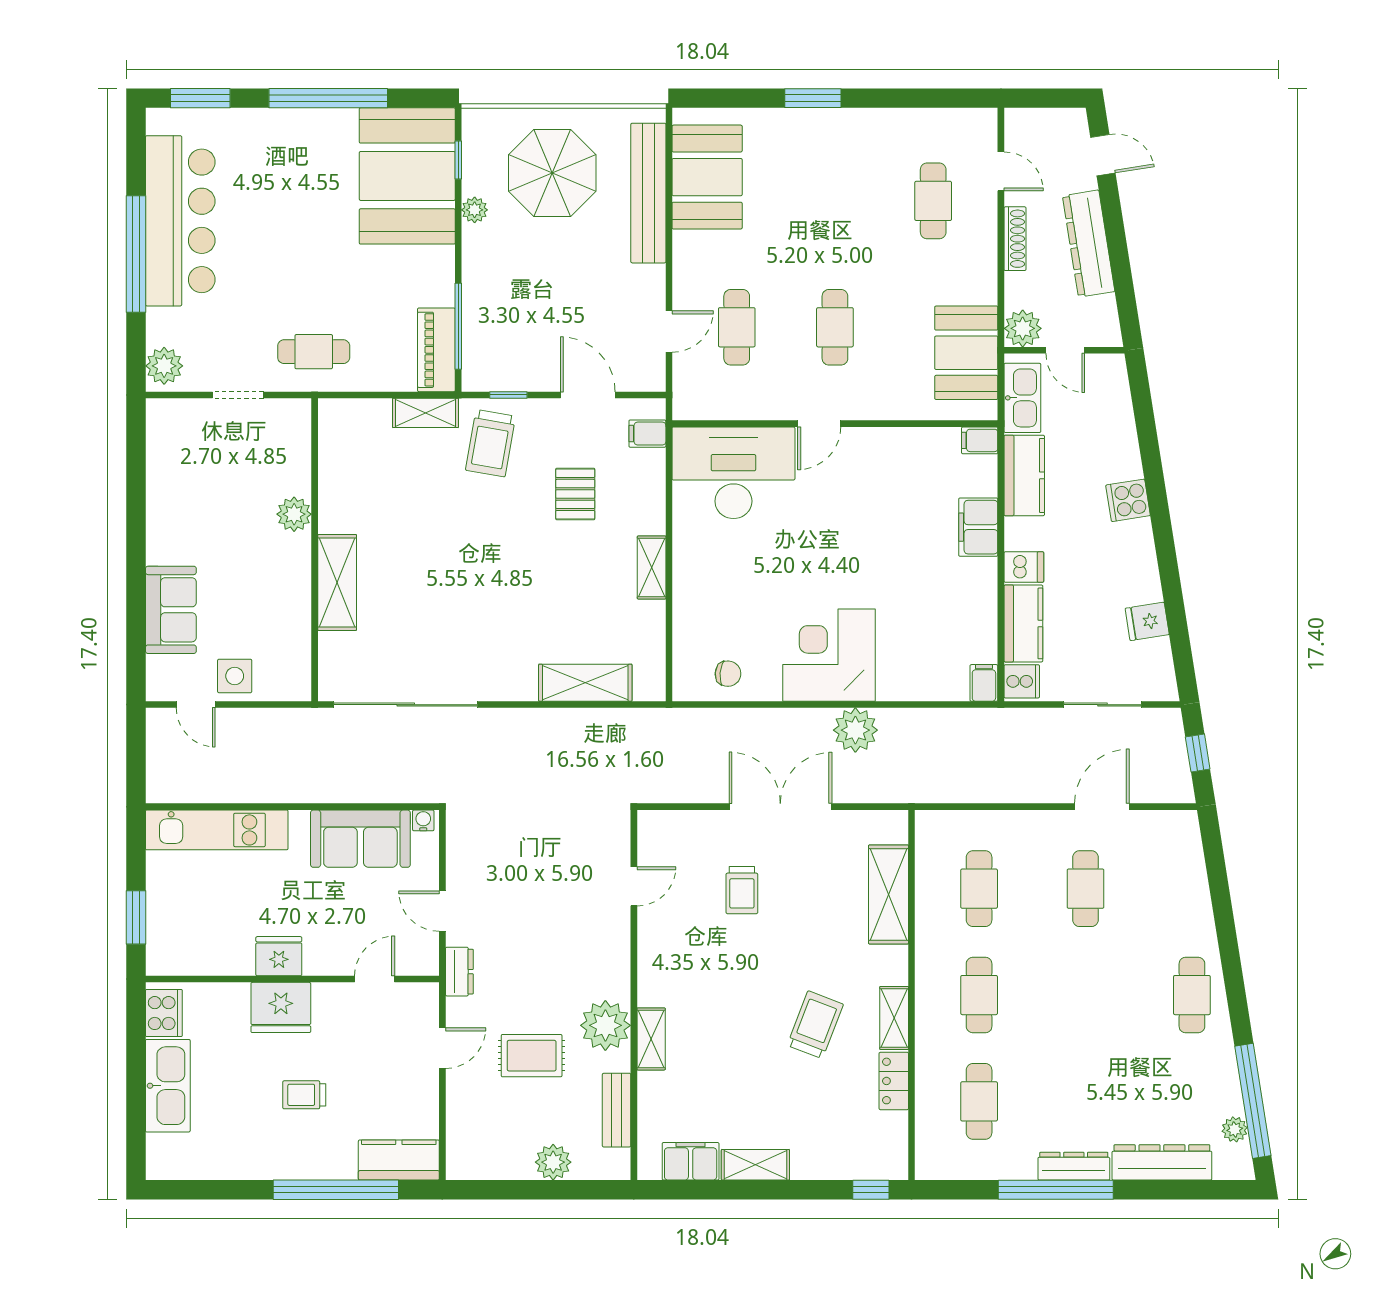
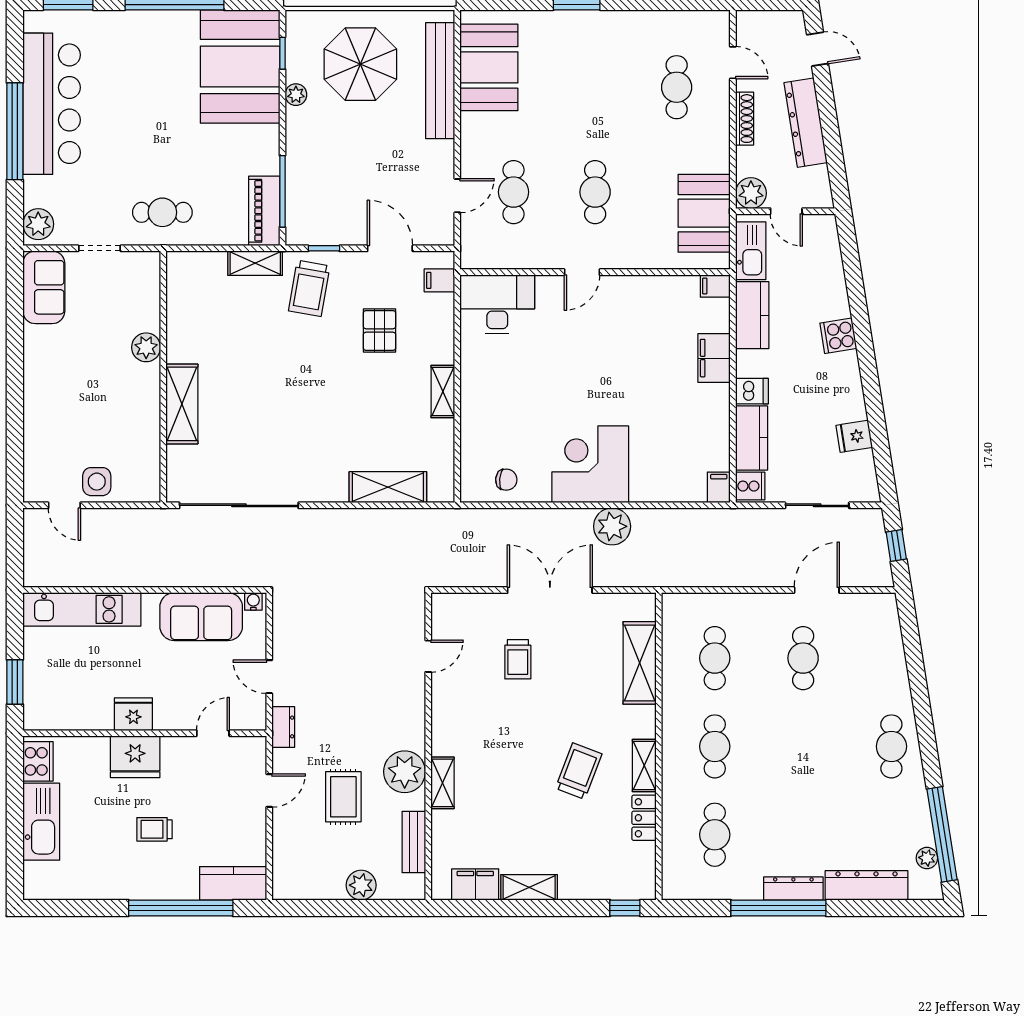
desk: (733, 473) -> (497, 304), width x0.73, depth x0.77
sofa: (171, 610) -> (44, 287), moved
rug: (532, 1056) -> (343, 797), turned 90

